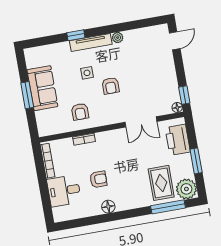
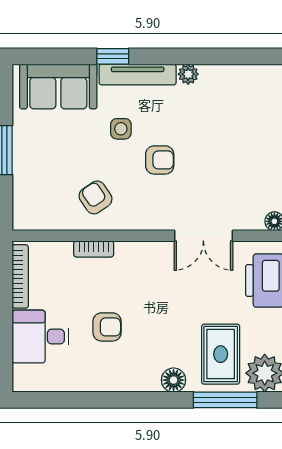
armchair: (111, 86) -> (160, 160), turned -90
sofa: (42, 88) -> (58, 86), moved, turned 90
armchair: (80, 112) -> (96, 197), turned 146
floor lamp: (108, 207) -> (174, 380), moved

